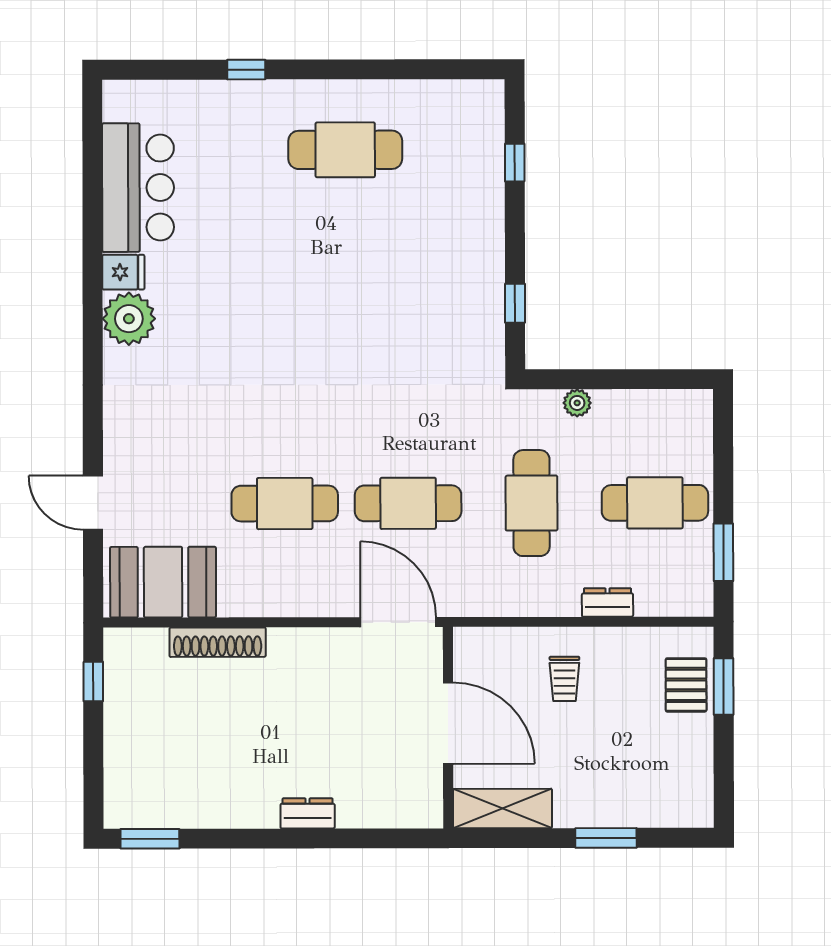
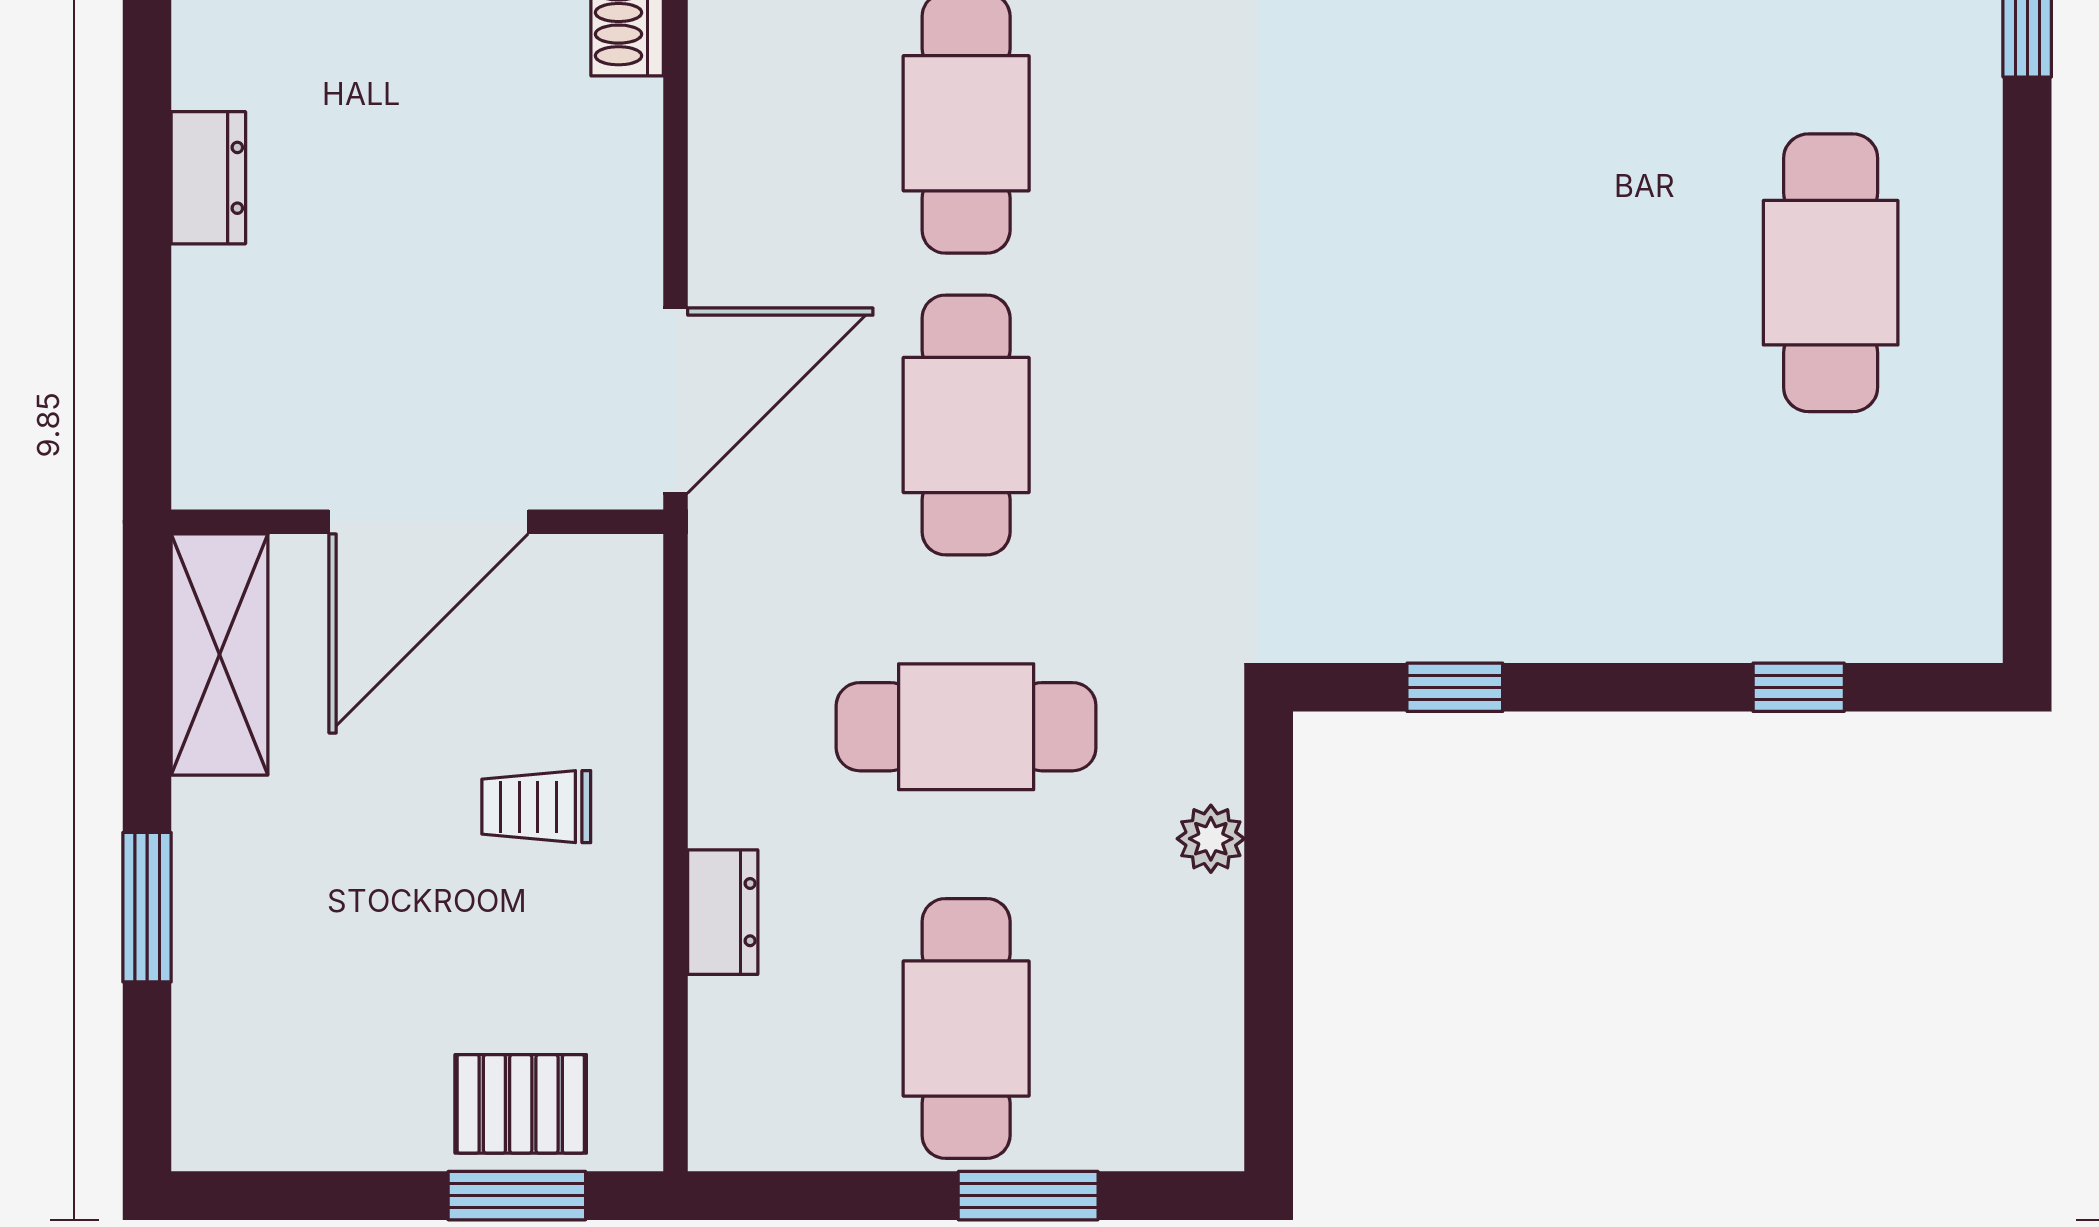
window: (723, 552) -> (1028, 1196), moved

